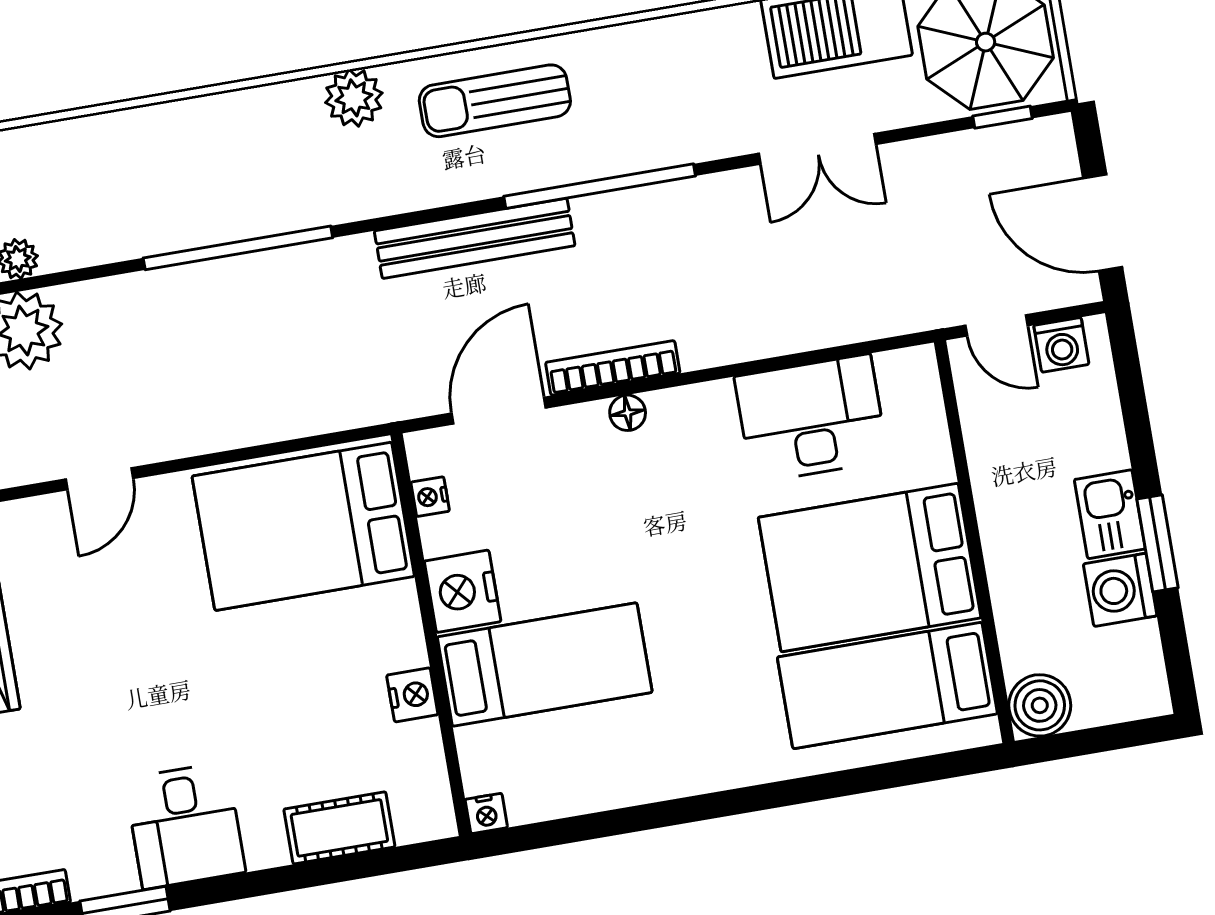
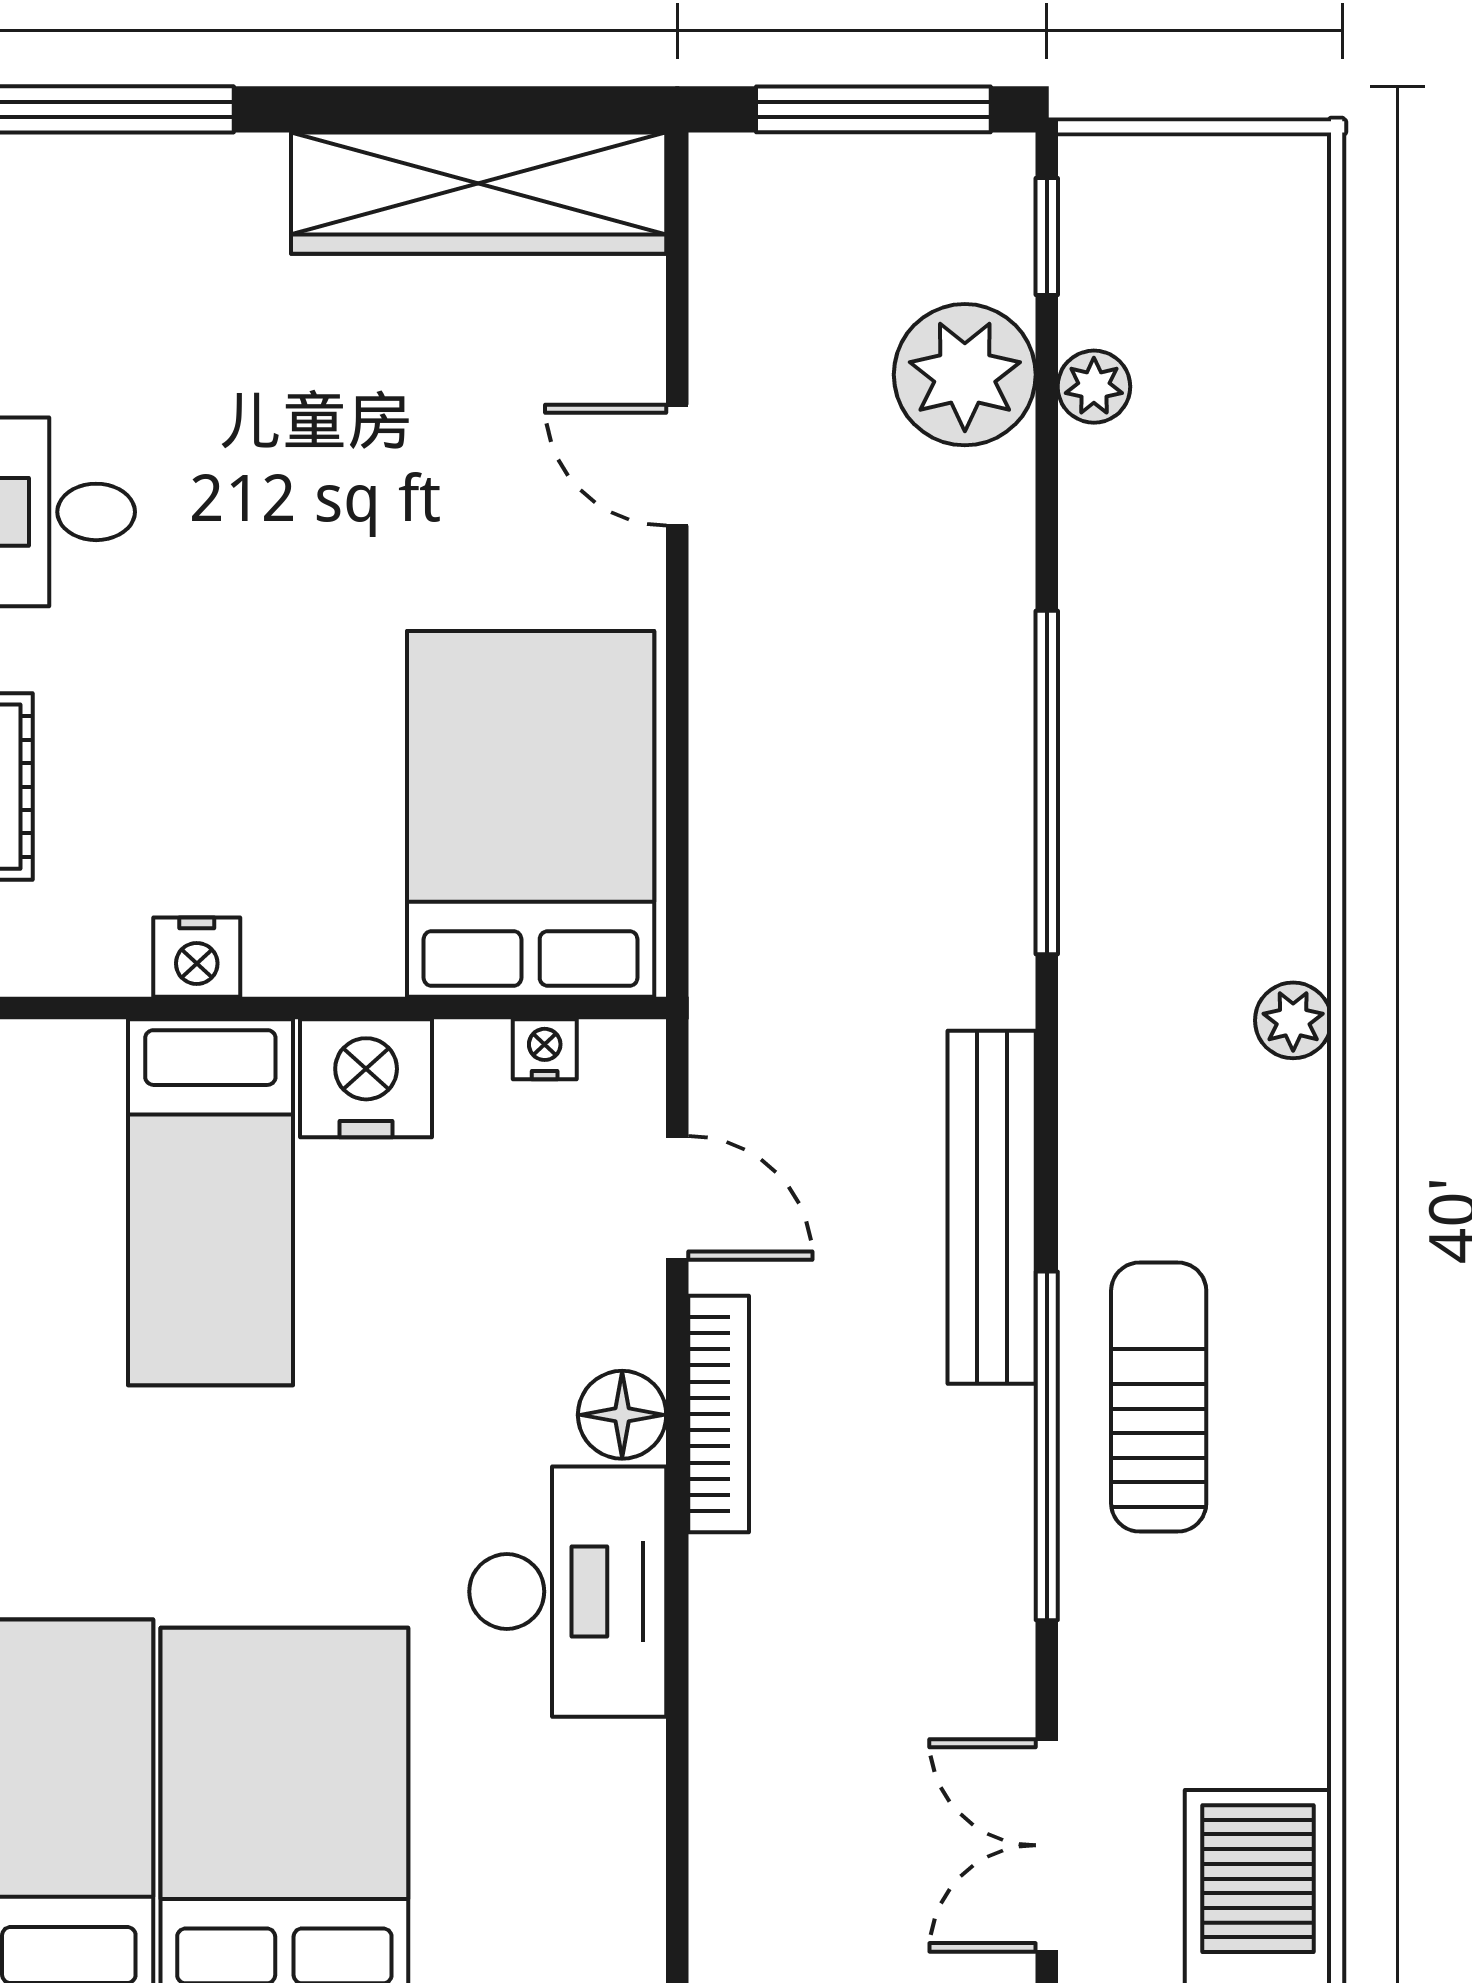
plant: (354, 98) -> (1293, 1020), width x0.73, depth x0.73
sun lounger: (495, 101) -> (1159, 1397), moved
door: (499, 411) -> (677, 1198), width x0.73
floor lamp: (628, 413) -> (622, 1415), width x1.37, depth x1.37
desk: (811, 419) -> (568, 1592), moved

